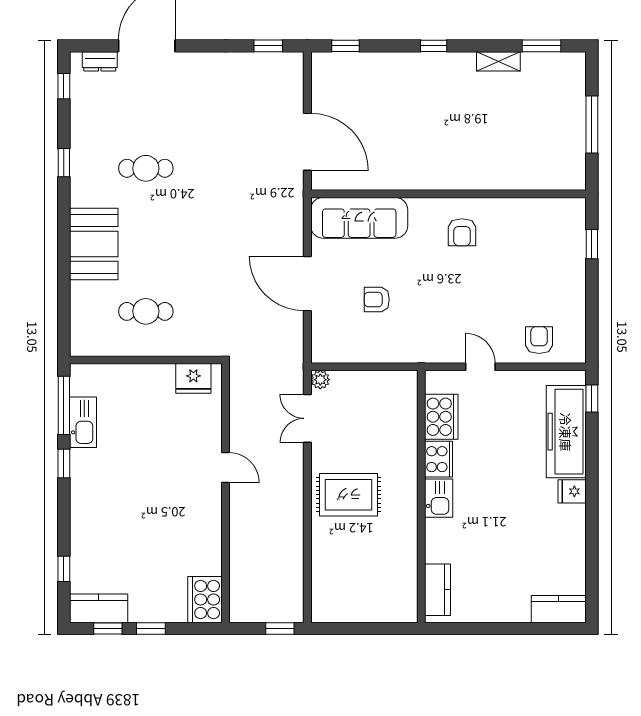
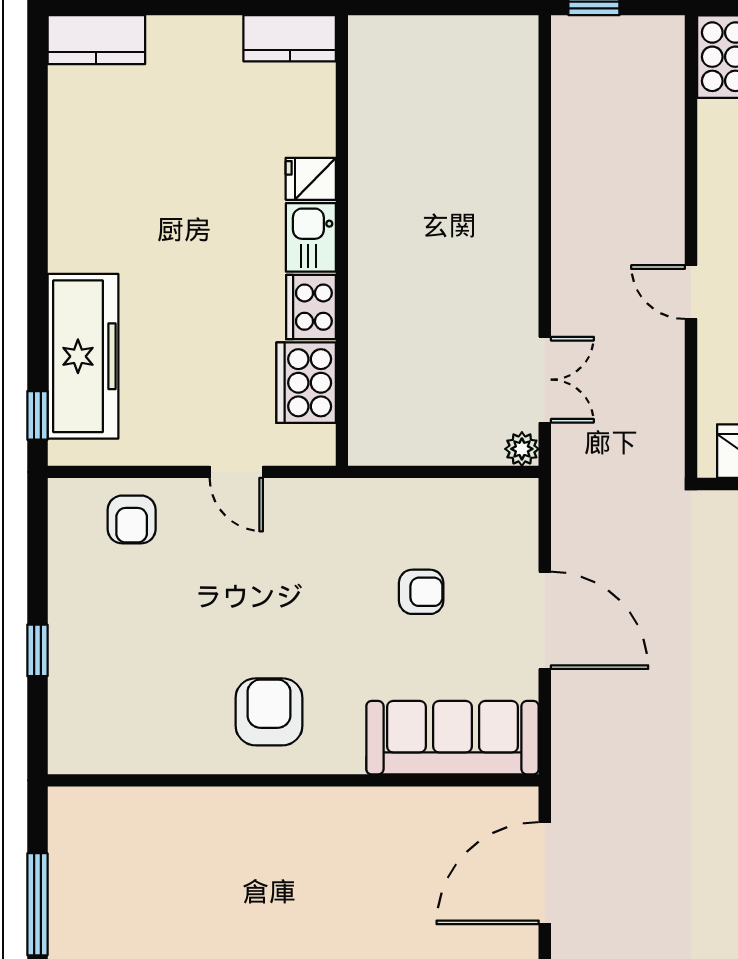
door: (307, 142) -> (545, 873), hinge flipped
armchair: (462, 232) -> (269, 712), width x1.38, depth x1.38
window: (592, 244) -> (37, 650), moved
fridge: (572, 491) -> (311, 179), moved, turned 180
rug: (349, 495) -> (472, 244), removed
kitchen counter: (438, 590) -> (290, 38), moved, turned -90

